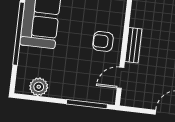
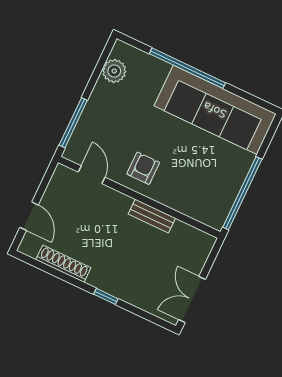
bench: (133, 45) -> (152, 216), moved

